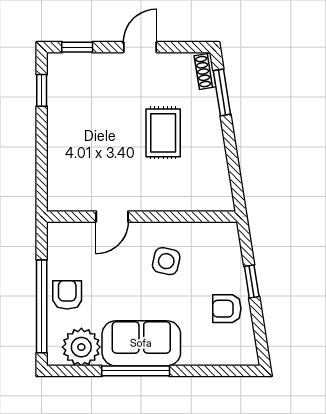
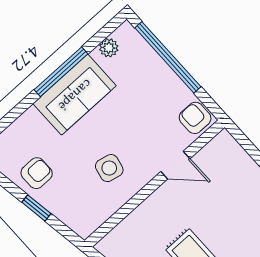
door: (112, 217) -> (175, 165), swing flipped
armchair: (67, 295) -> (195, 118), moved, turned 180
plant: (81, 347) -> (109, 48), width x0.53, depth x0.53

